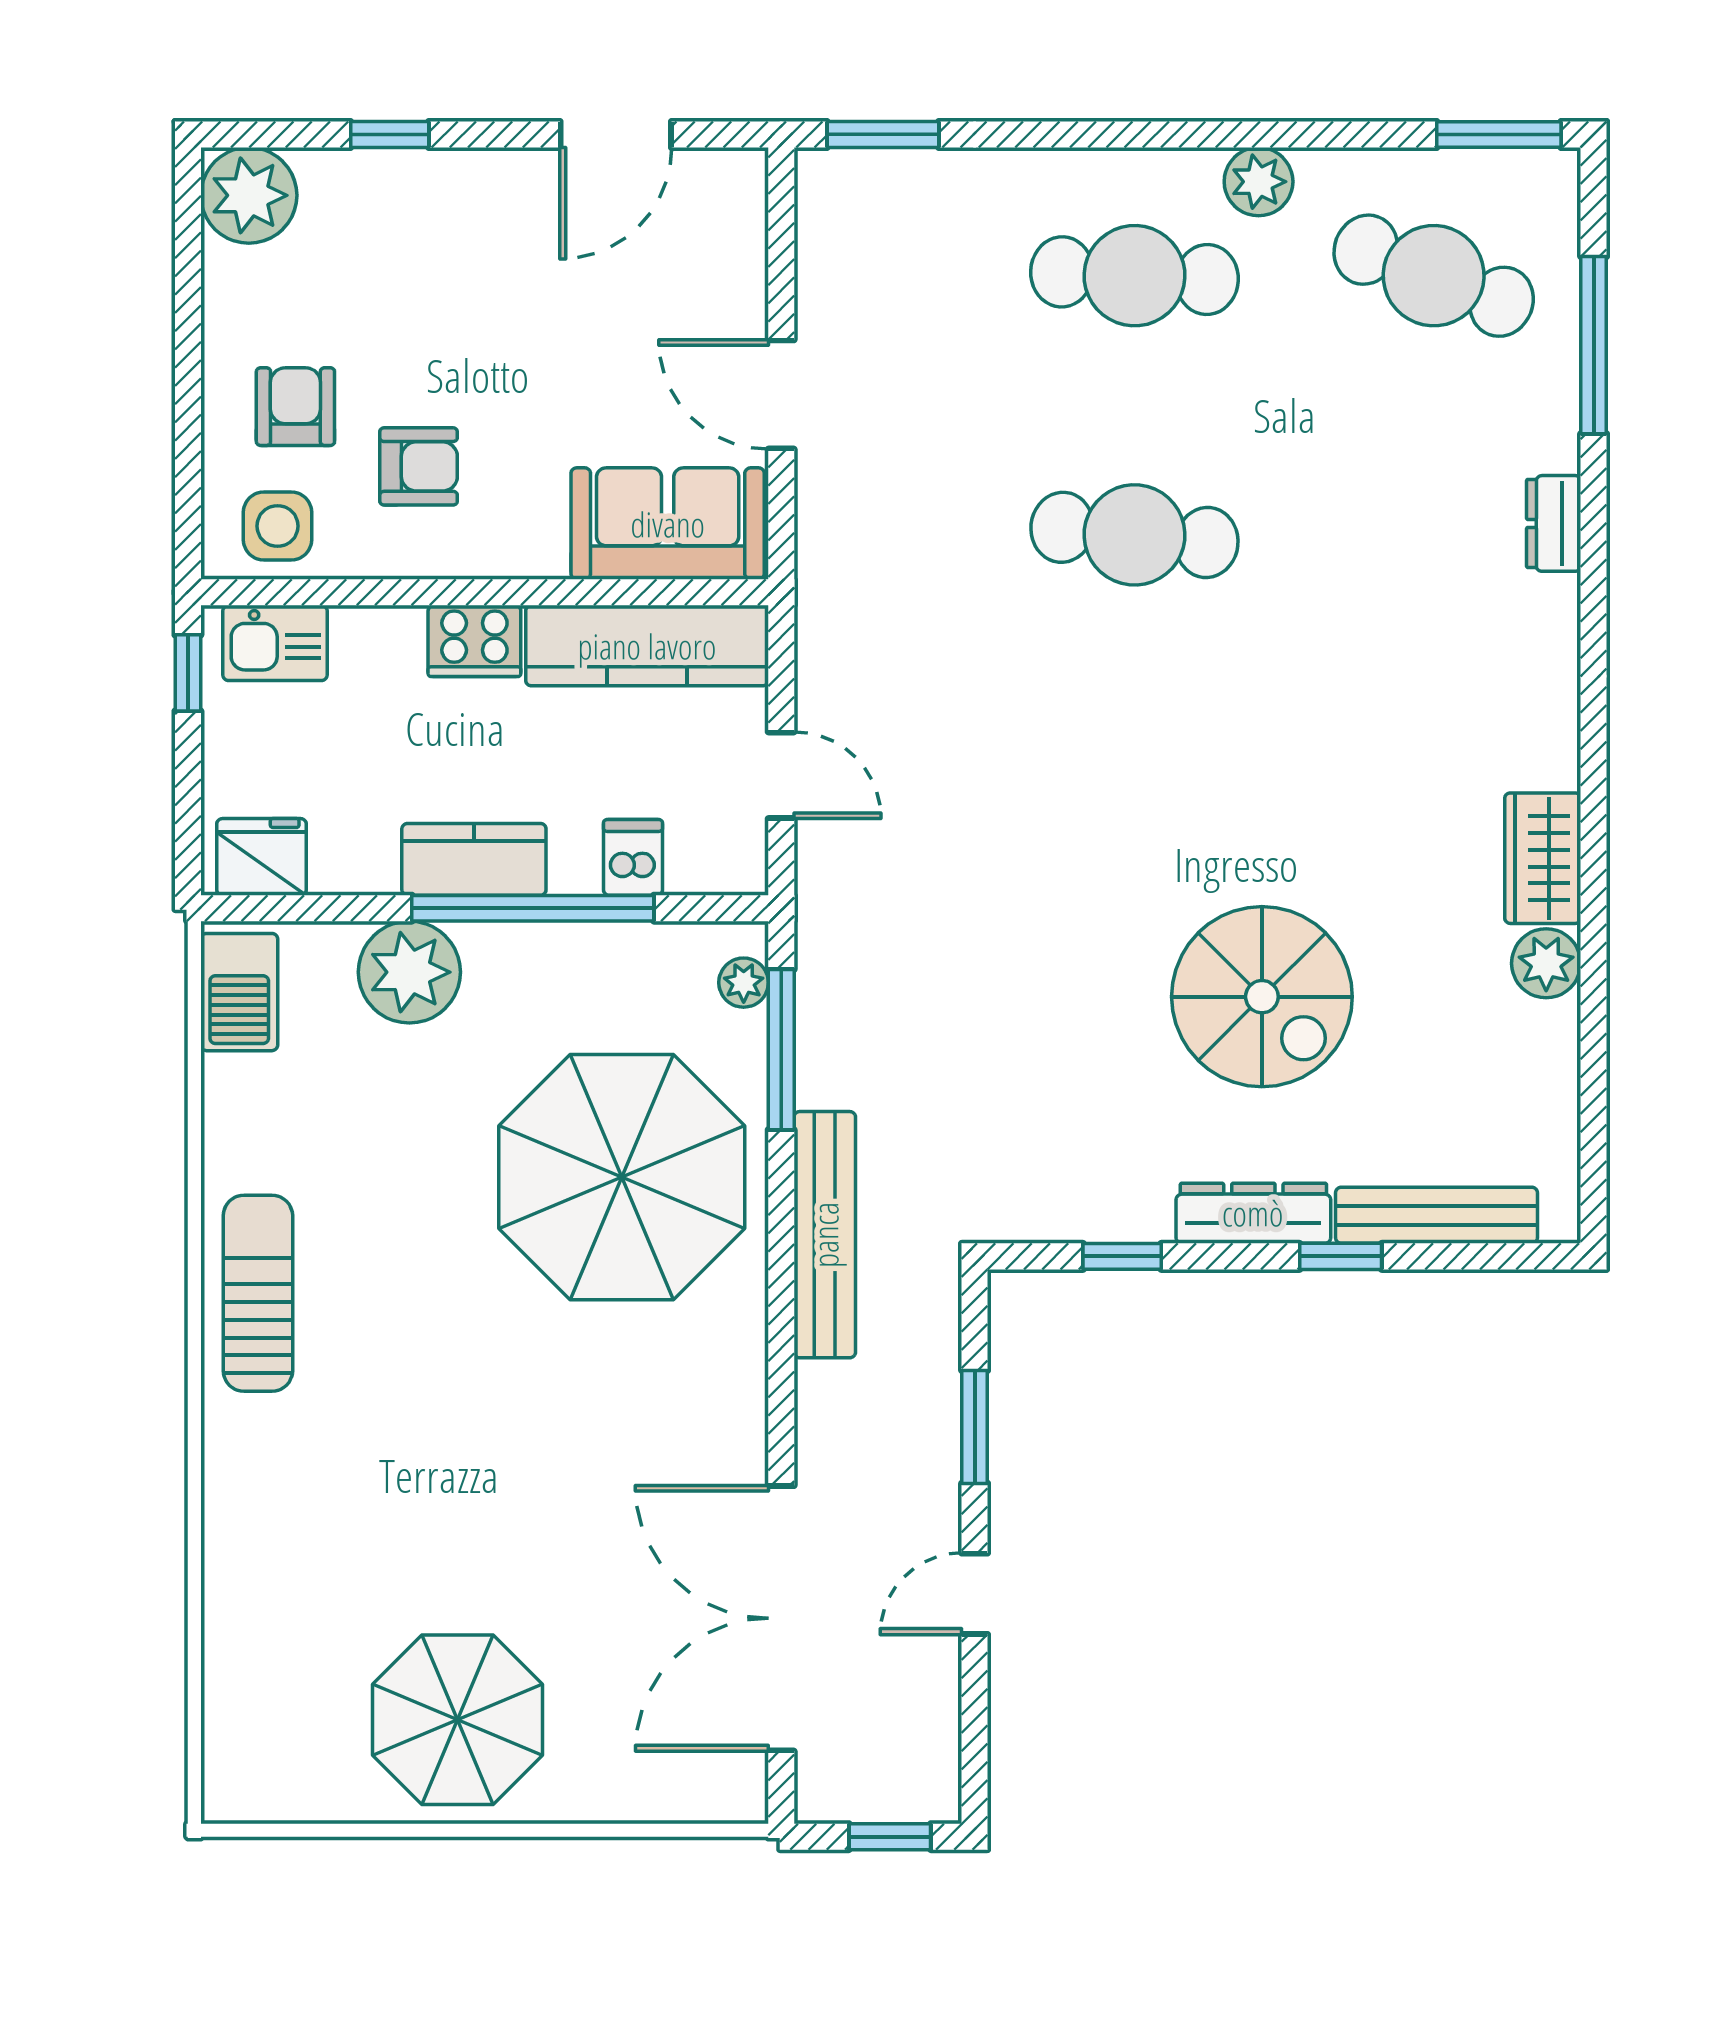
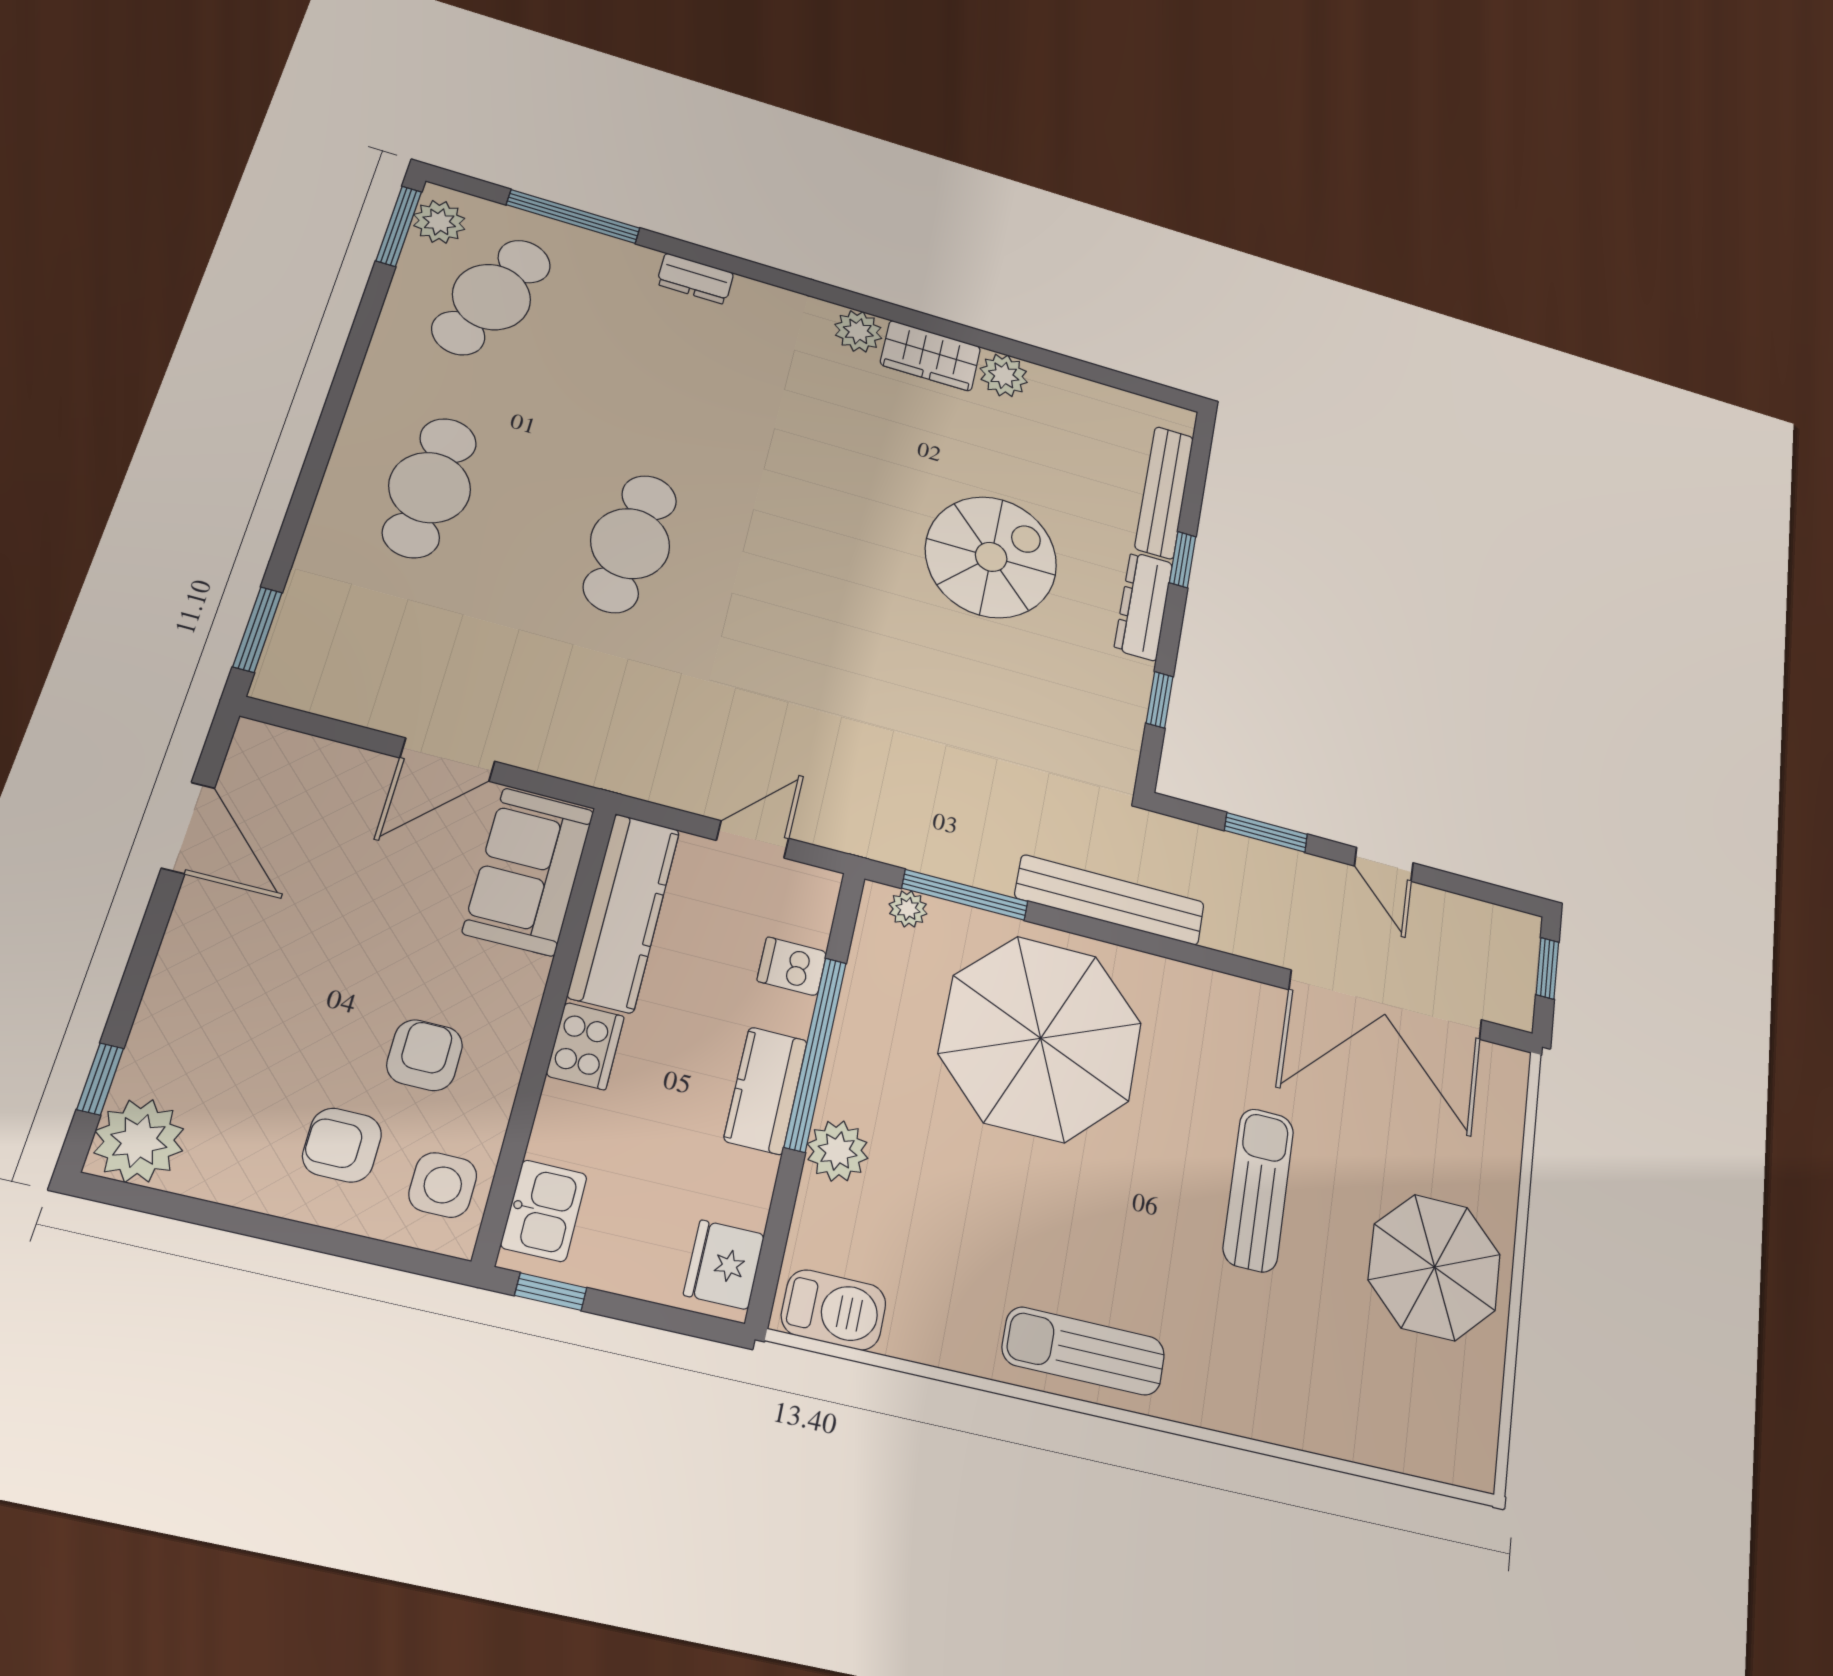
window: (390, 134) -> (100, 1079), moved
plant: (1259, 182) -> (439, 222), moved
plant: (1547, 754) -> (858, 331), added
plant: (409, 972) -> (838, 1151), width x0.73, depth x0.73
sun lounger: (500, 1481) -> (1258, 1190), added

